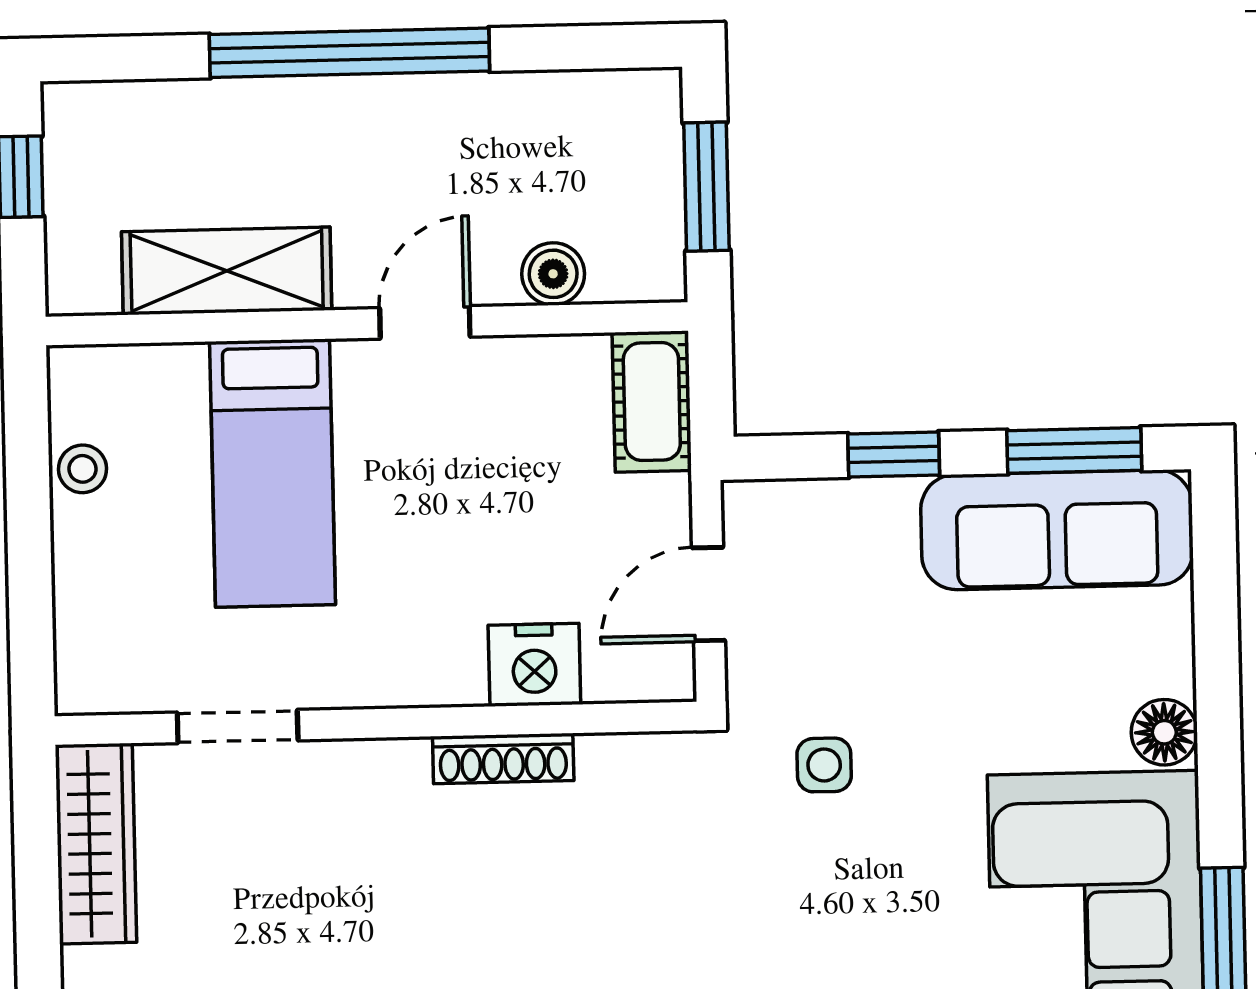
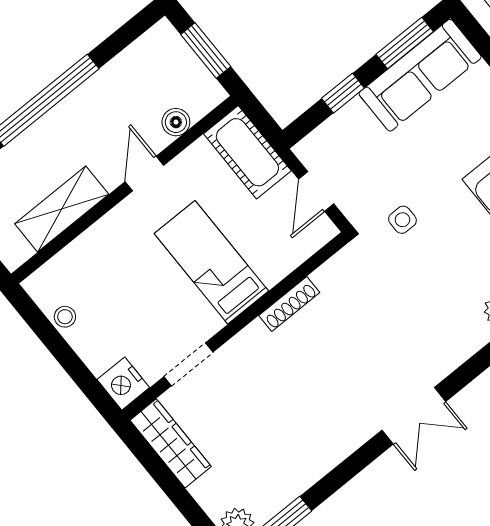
cot: (652, 402) -> (247, 152), width x1.37, depth x1.34
bed: (273, 473) -> (211, 262), moved, turned 180
nightstand: (534, 665) -> (123, 384), moved, turned 90

